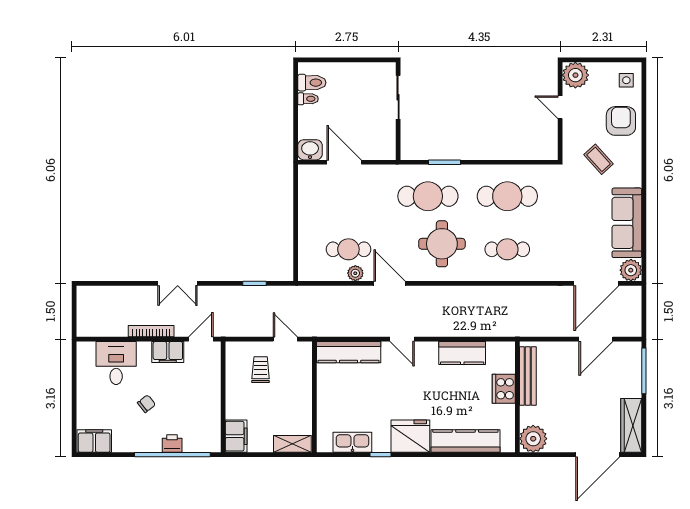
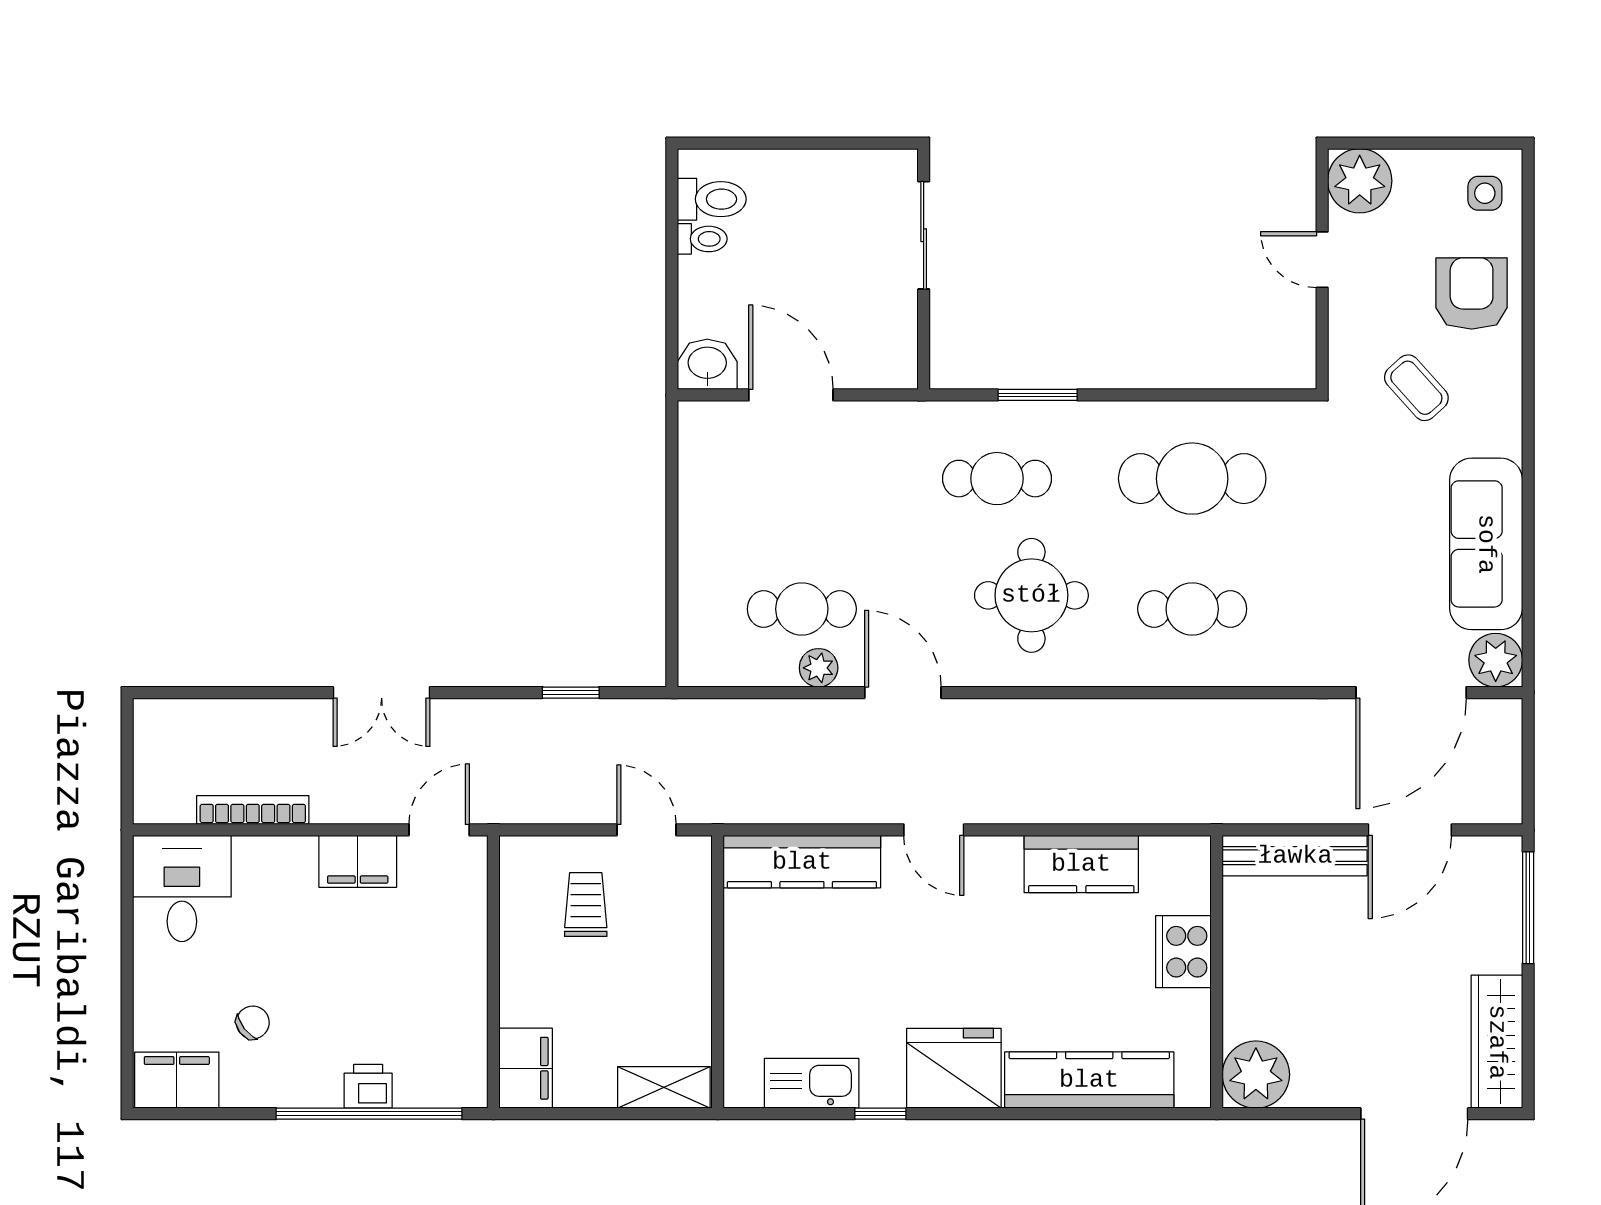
cafe table: (428, 196) -> (997, 479), width x0.73, depth x0.74
bookcase: (151, 331) -> (253, 810), moved
desk: (116, 363) -> (182, 888), moved
bench: (528, 376) -> (1295, 856), moved, turned 90
chair: (146, 404) -> (253, 1022), moved

